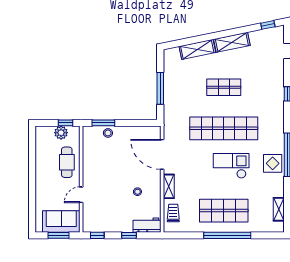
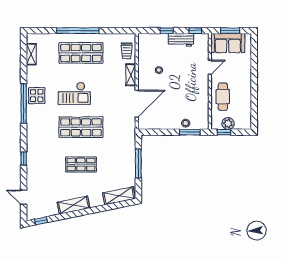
shelving: (197, 49) -> (119, 196), moved
shop shelf: (224, 128) -> (81, 127), width x0.71
door: (162, 154) -> (137, 104), hinge flipped
workbench: (147, 225) -> (181, 40), moved

